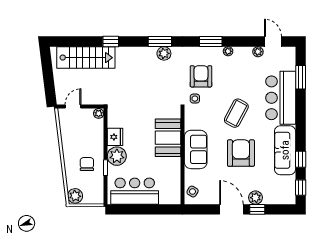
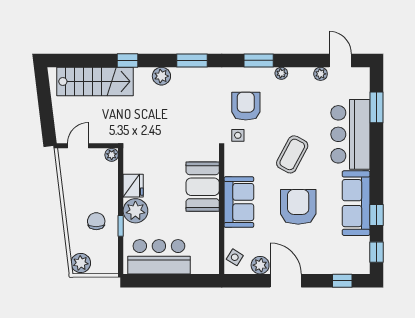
plant: (164, 53) -> (161, 76), moved
plant: (256, 198) -> (260, 265), moved
window: (257, 209) -> (342, 281), moved

